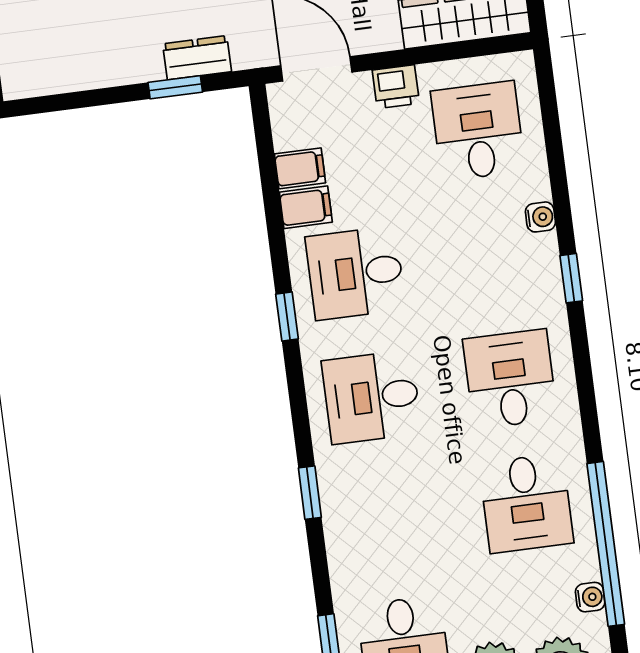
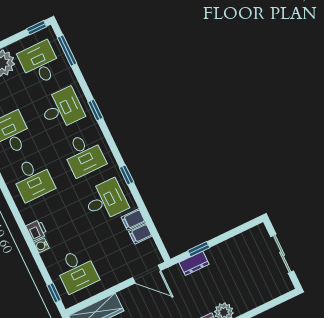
printer: (396, 87) -> (37, 230), moved, turned 90
window: (571, 278) -> (54, 293), moved
desk: (372, 397) -> (84, 155), turned 90
desk: (388, 521) -> (62, 109), added

